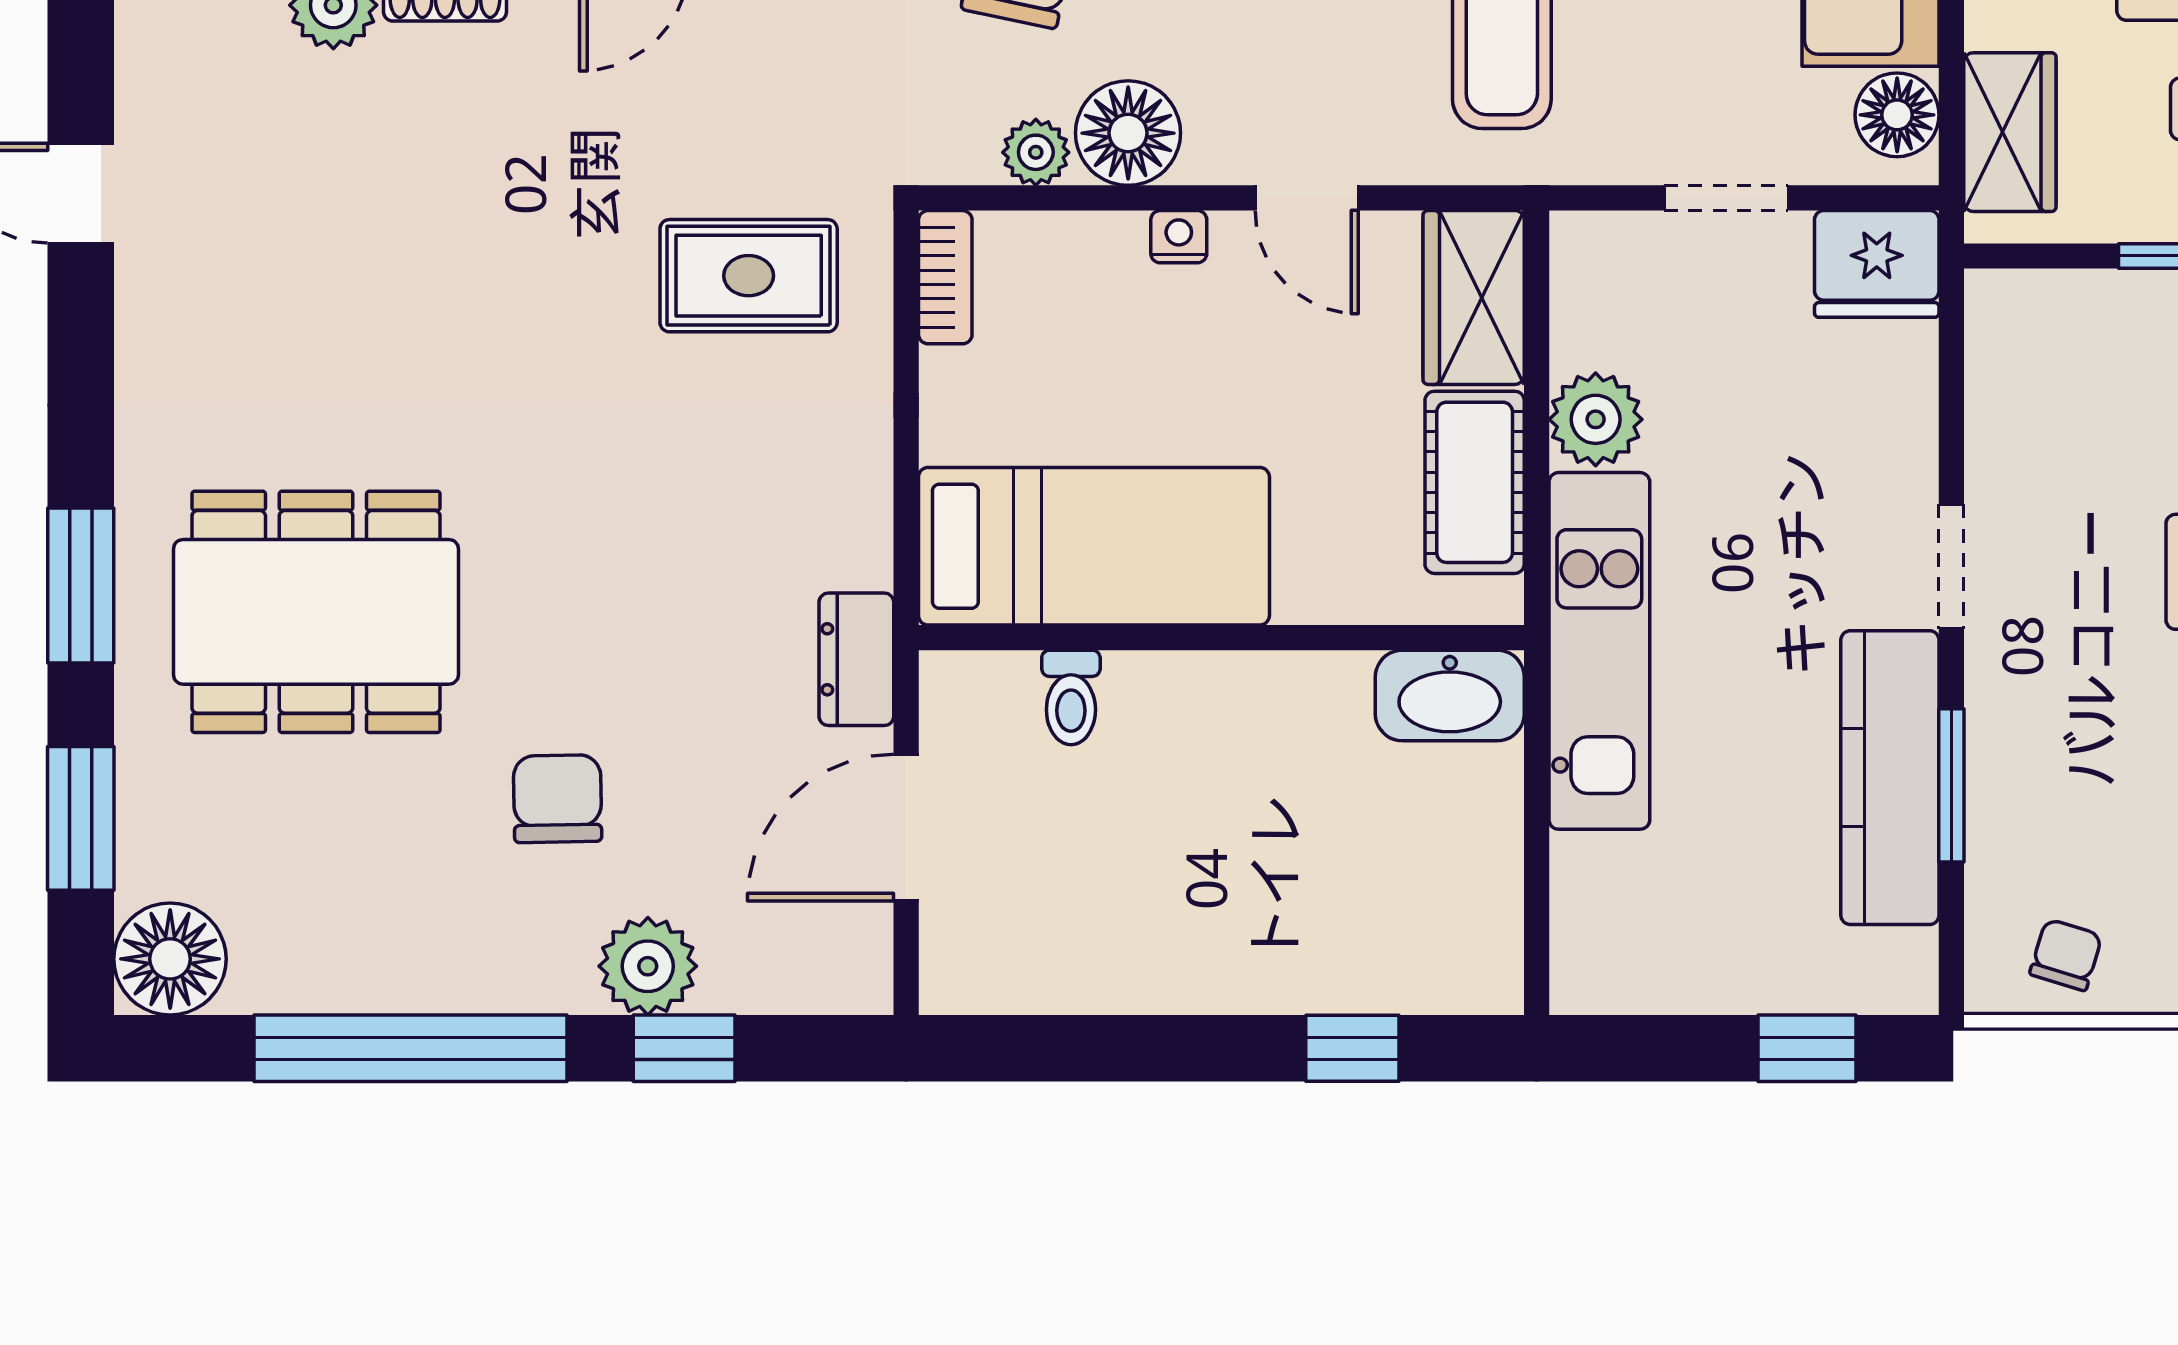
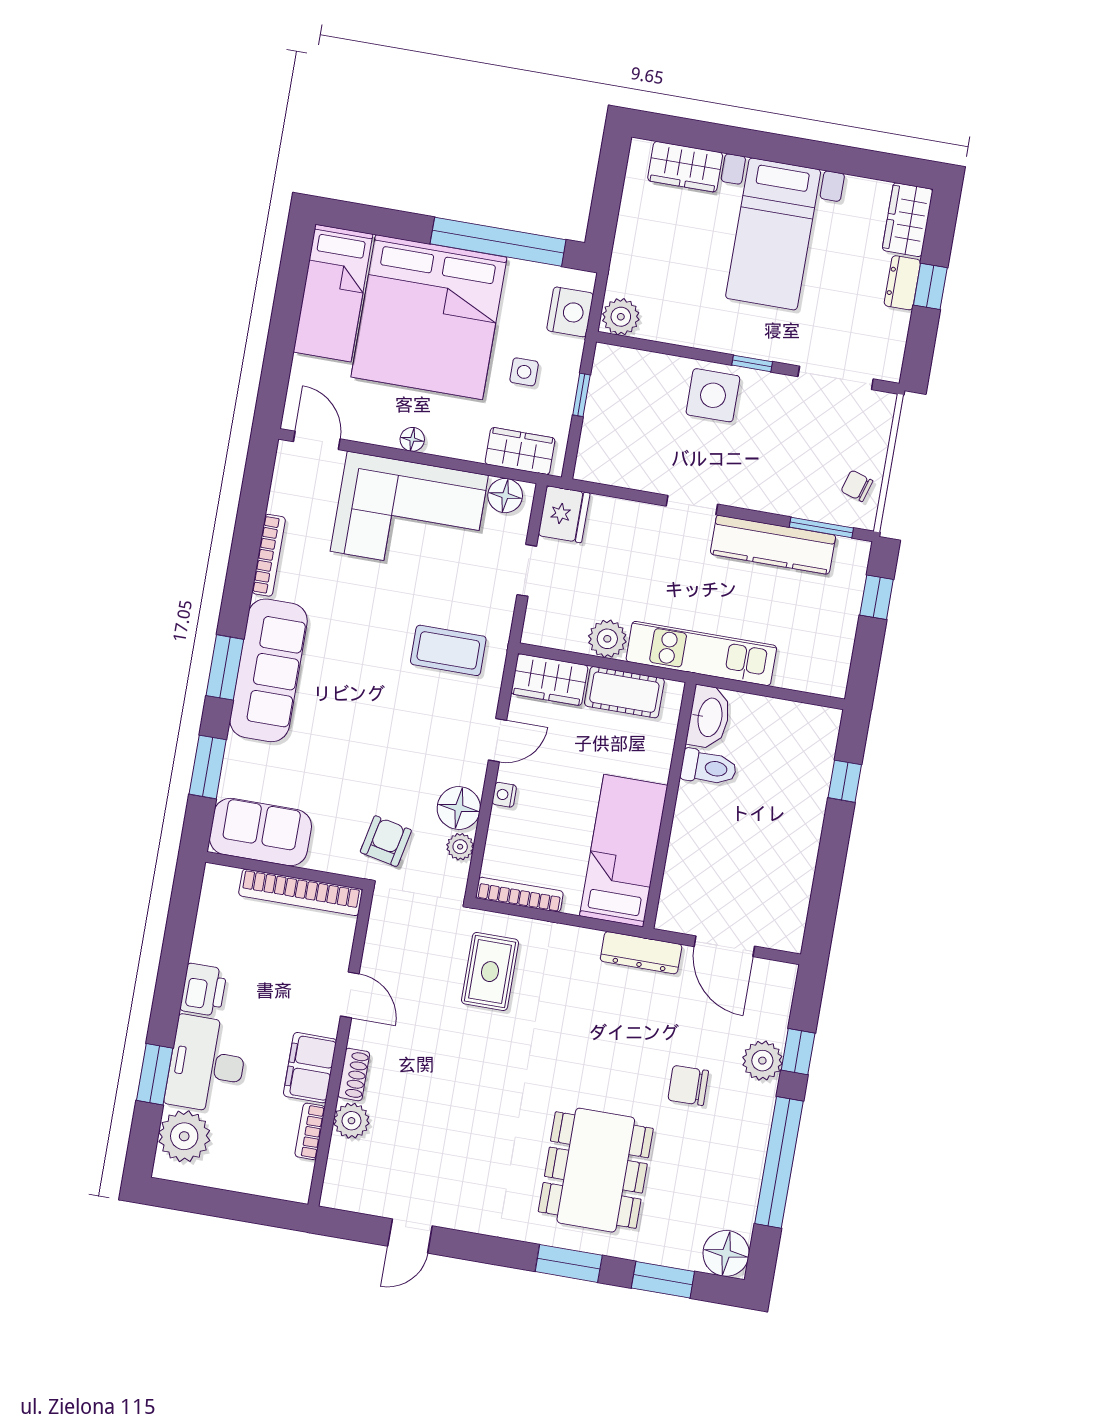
bookcase: (945, 277) -> (520, 895), width x1.56
dresser: (856, 659) -> (641, 953), width x1.44
toilet: (1071, 697) -> (709, 767), moved, width x1.37, depth x1.39
window: (1951, 785) -> (821, 527), moved

